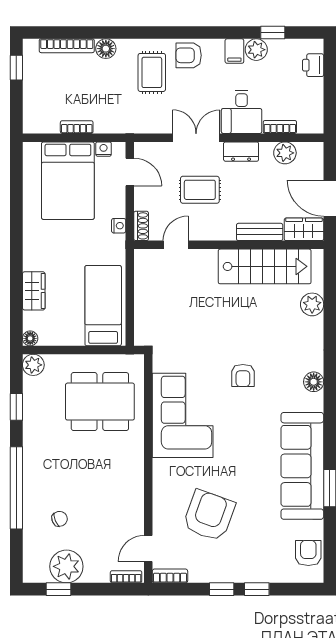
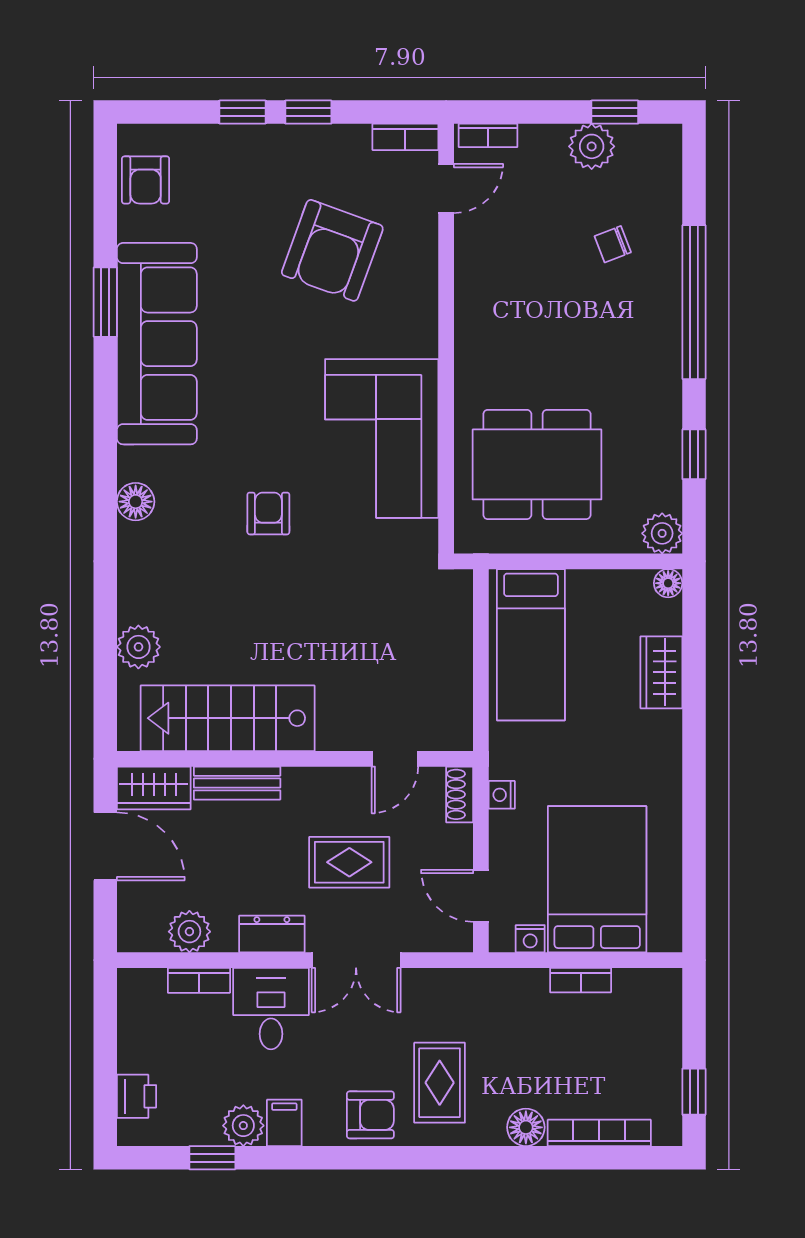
plant: (66, 566) -> (592, 146), width x0.73, depth x0.73

